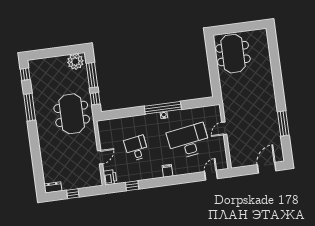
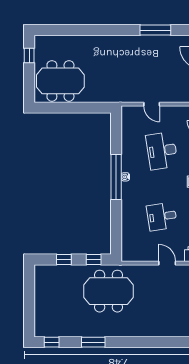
window: (250, 26) -> (29, 56), added
plant: (75, 62) -> (44, 278), removed
window: (92, 75) -> (64, 259), width x0.46
window: (30, 107) -> (93, 342), width x0.69
desk: (188, 141) -> (162, 151), width x0.73, depth x0.77

